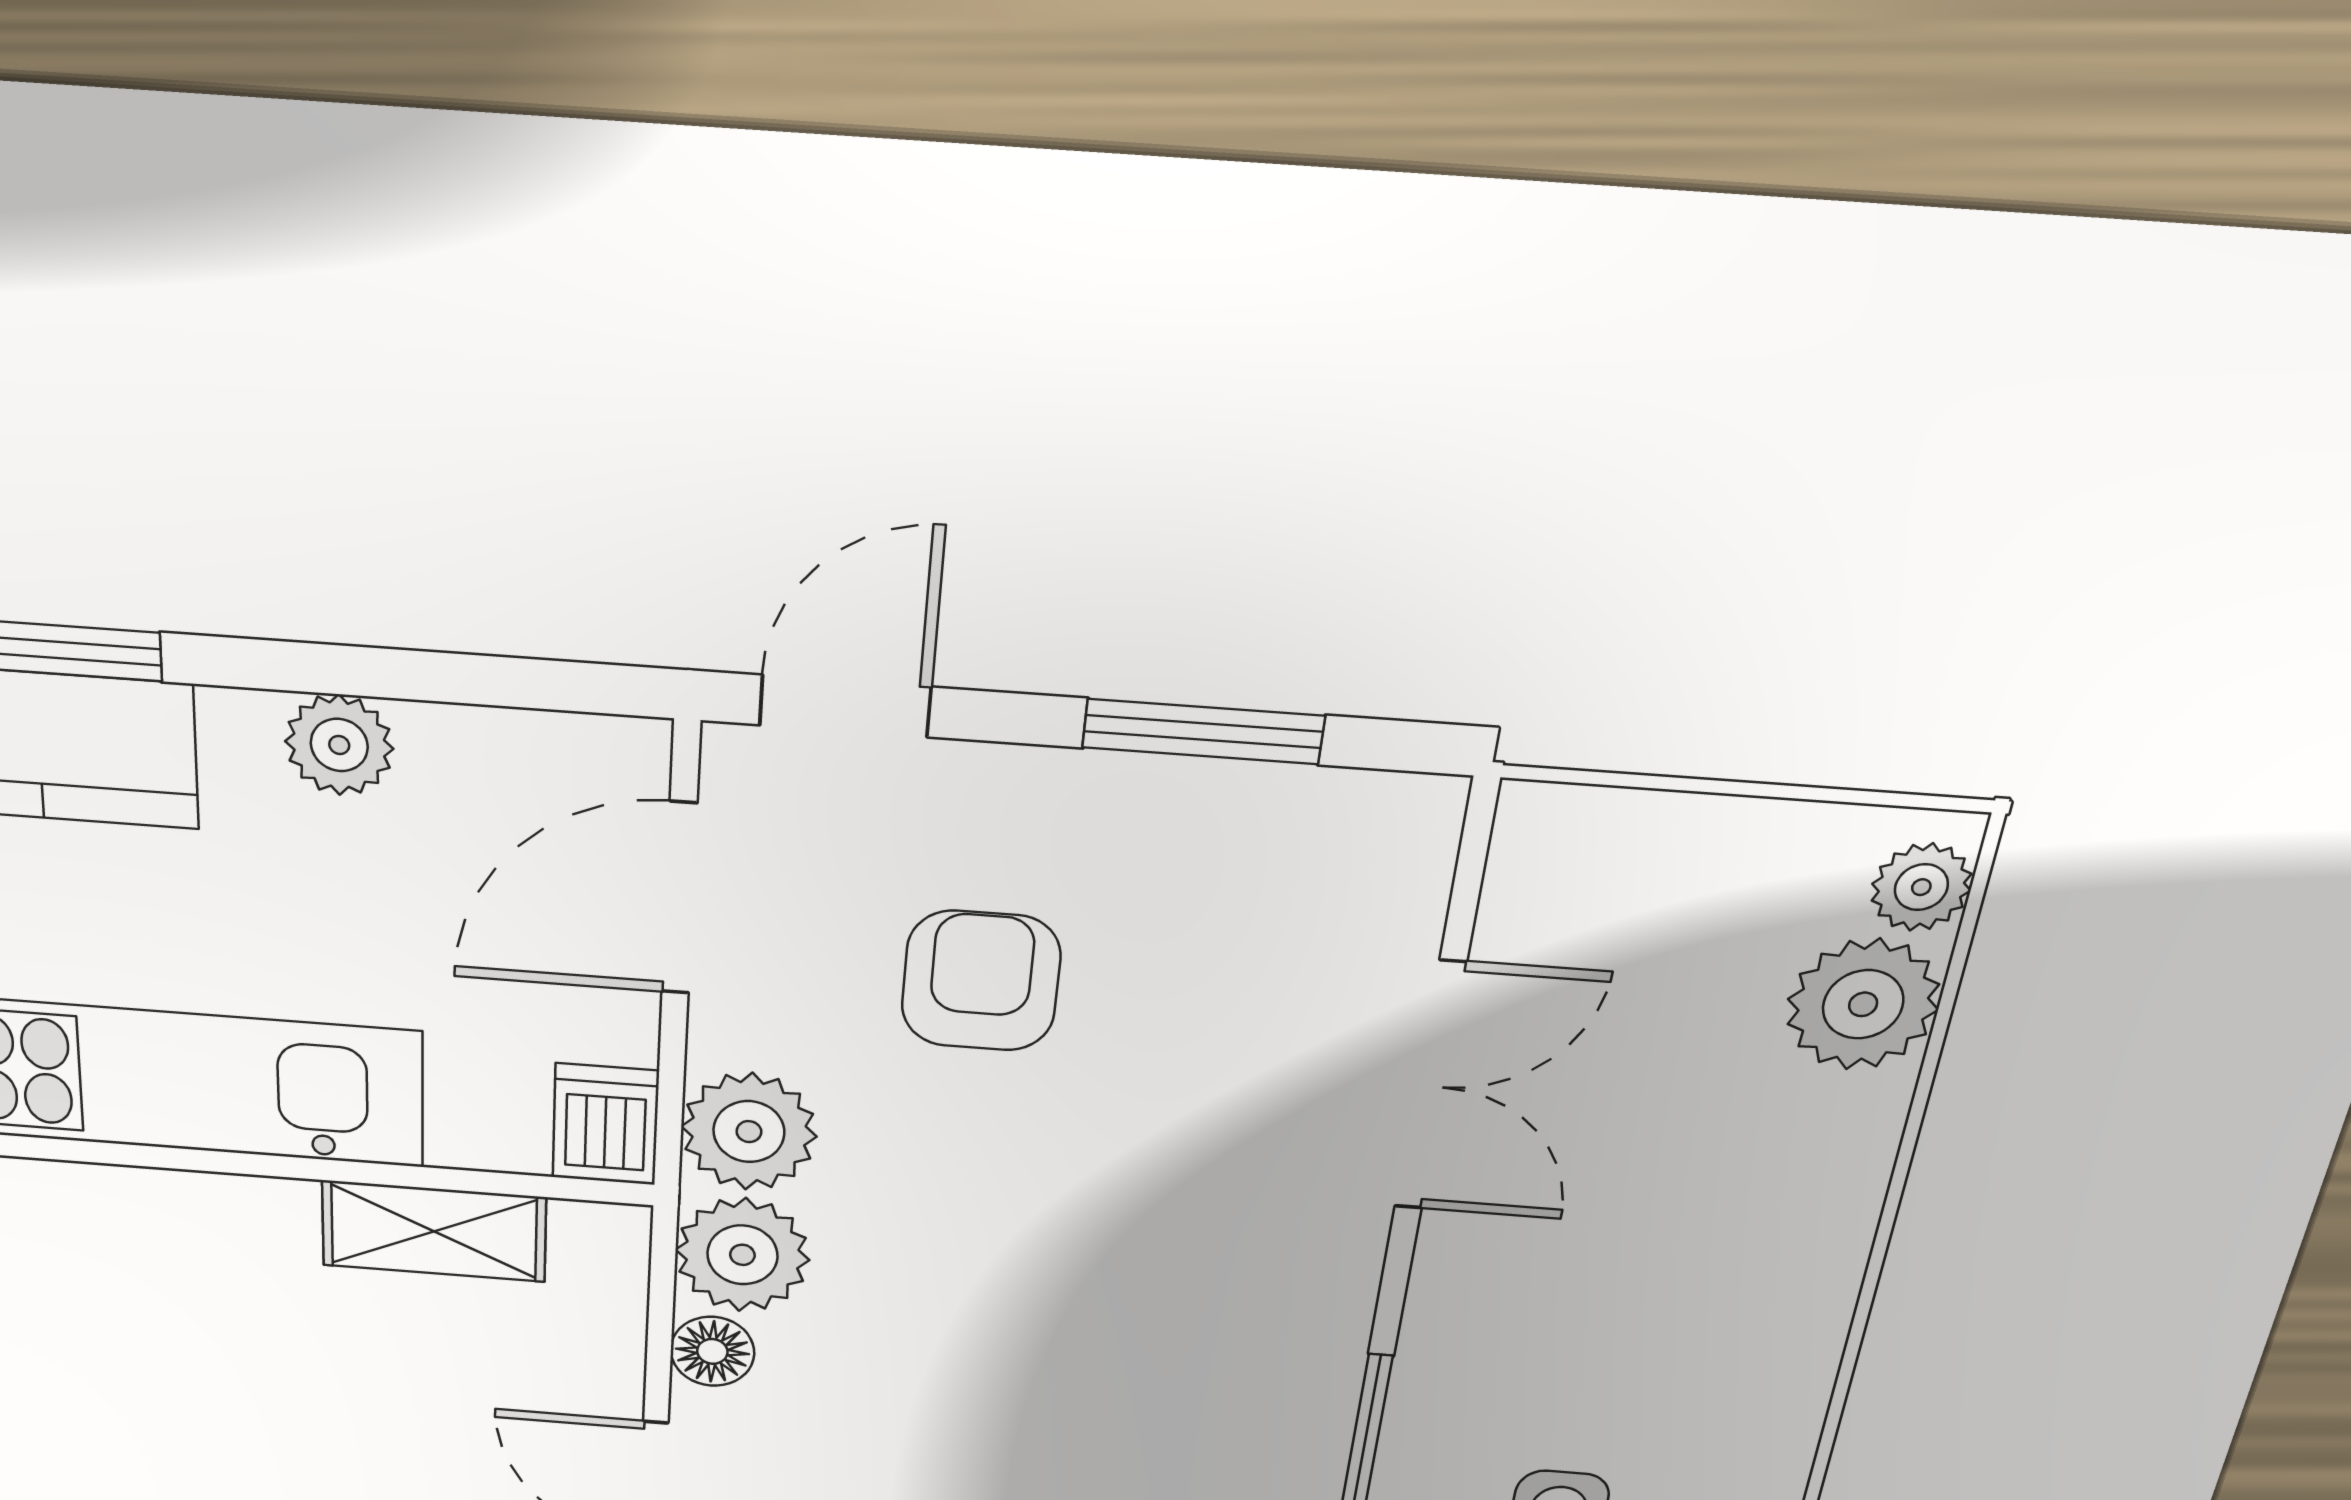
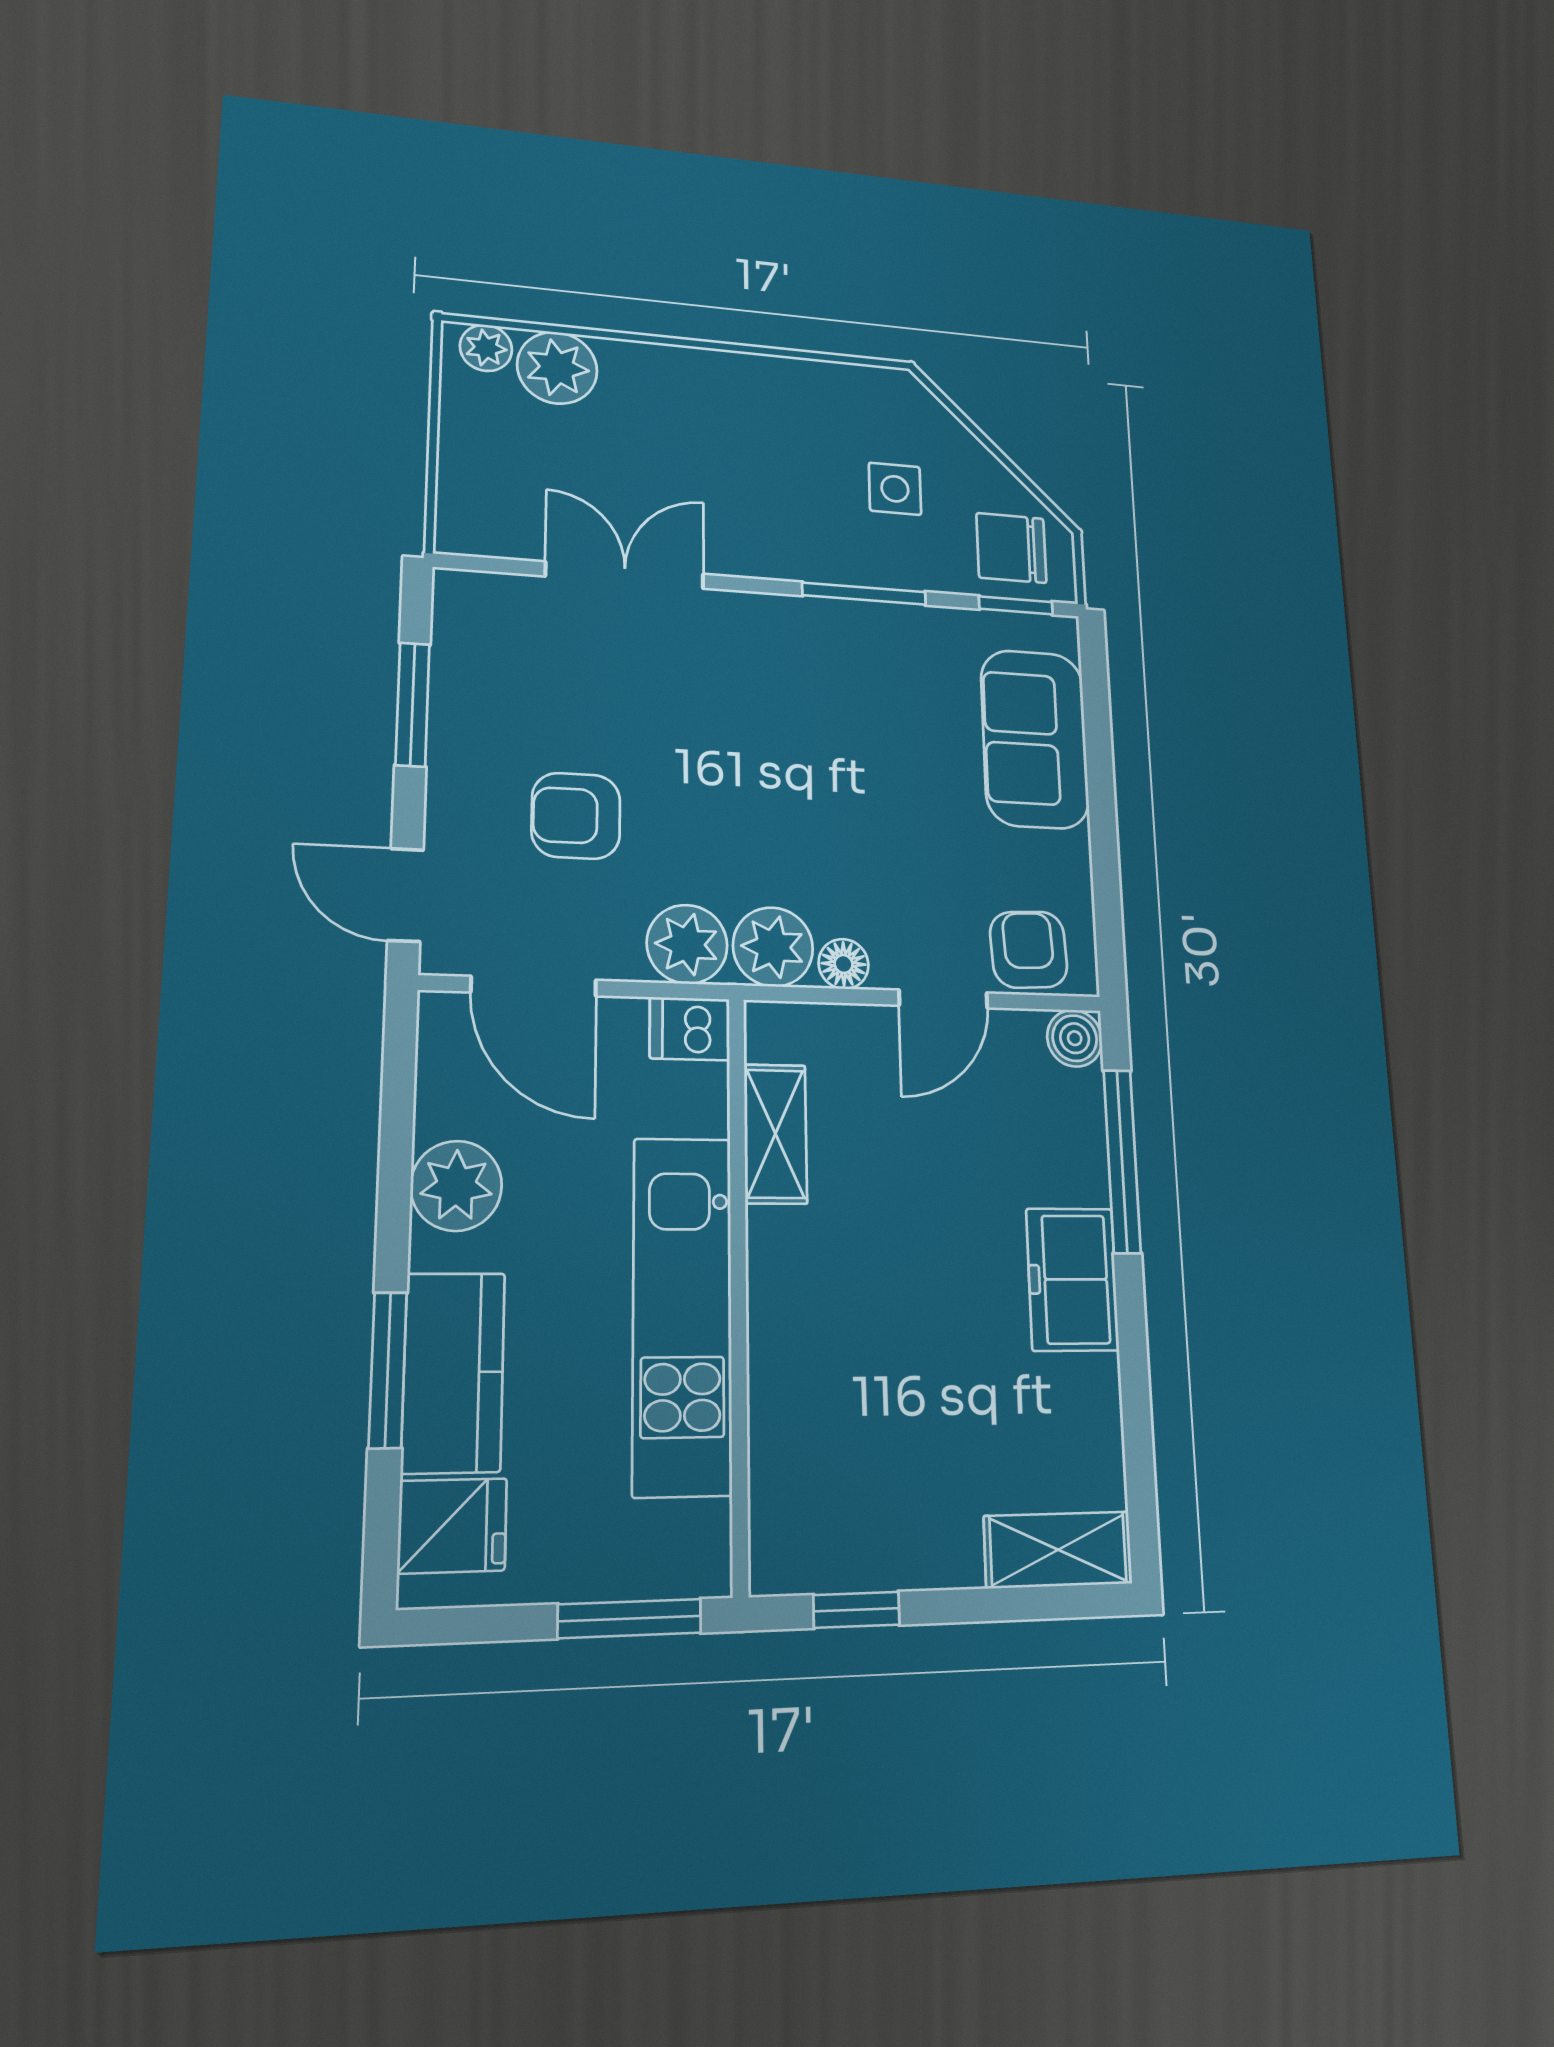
plant: (339, 745) -> (456, 1186), width x1.38, depth x1.38

